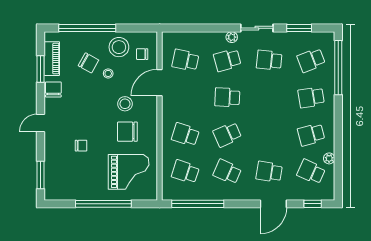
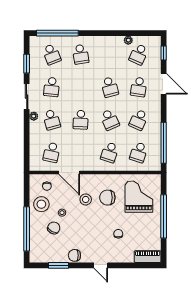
piano: (52, 59) -> (148, 257), moved
chair: (127, 132) -> (107, 198), turned 90
school desk: (311, 135) -> (110, 87), moved
window: (41, 175) -> (141, 265), removed

